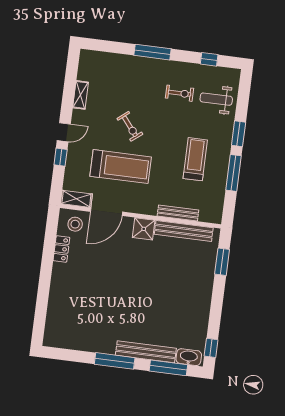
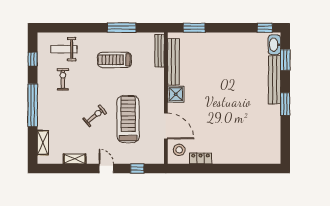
window: (153, 52) -> (33, 105), width x1.46
weight bench: (216, 99) -> (64, 49), turned 90
window: (239, 134) -> (89, 28), removed
window: (61, 157) -> (137, 168), moved
shelving: (76, 199) -> (43, 143), moved
bench: (178, 213) -> (160, 51), moved
window: (115, 361) -> (285, 104), width x0.69
window: (168, 368) -> (285, 60), width x0.69

